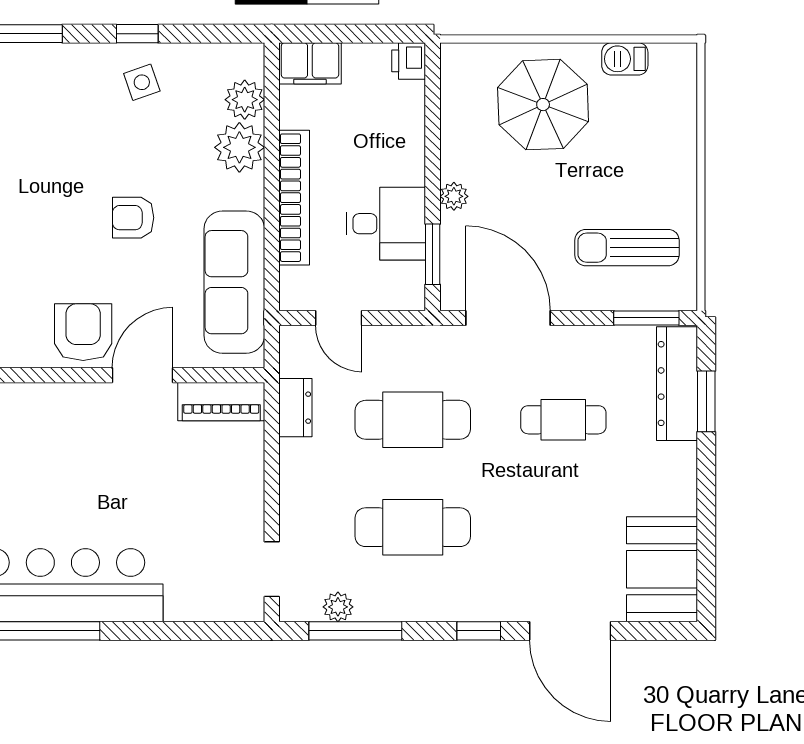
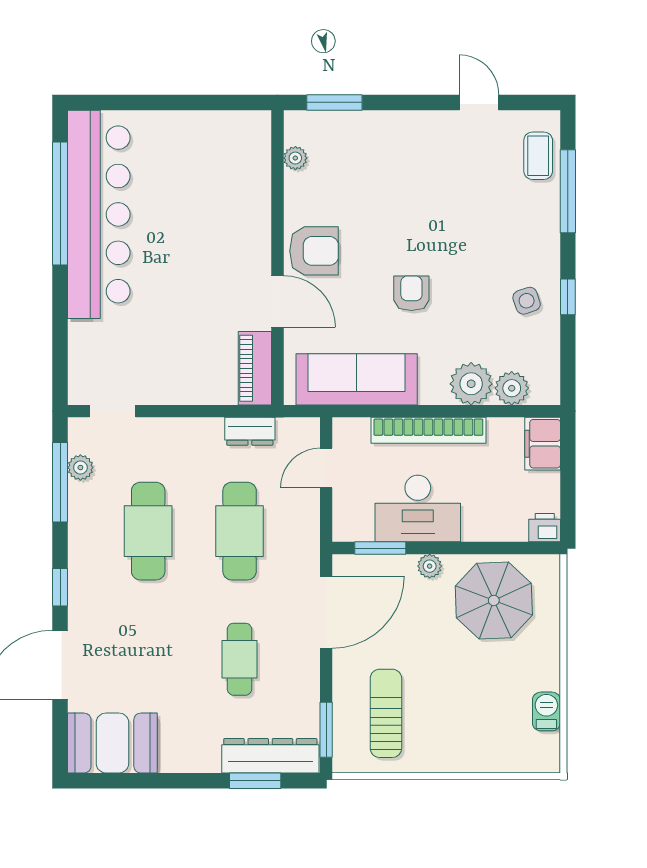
parasol: (543, 105) -> (494, 600), moved
desk: (386, 224) -> (418, 508), width x1.37

